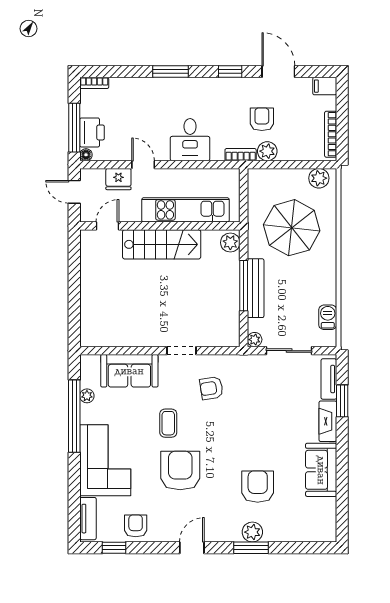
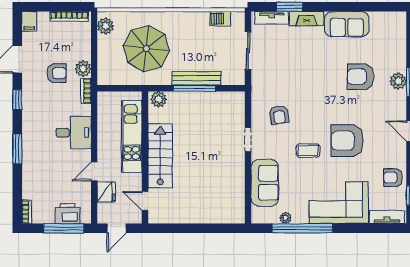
armchair: (262, 119) -> (57, 73), turned 180
floor lamp: (86, 155) -> (86, 219), removed
plant: (255, 340) -> (239, 79), removed

